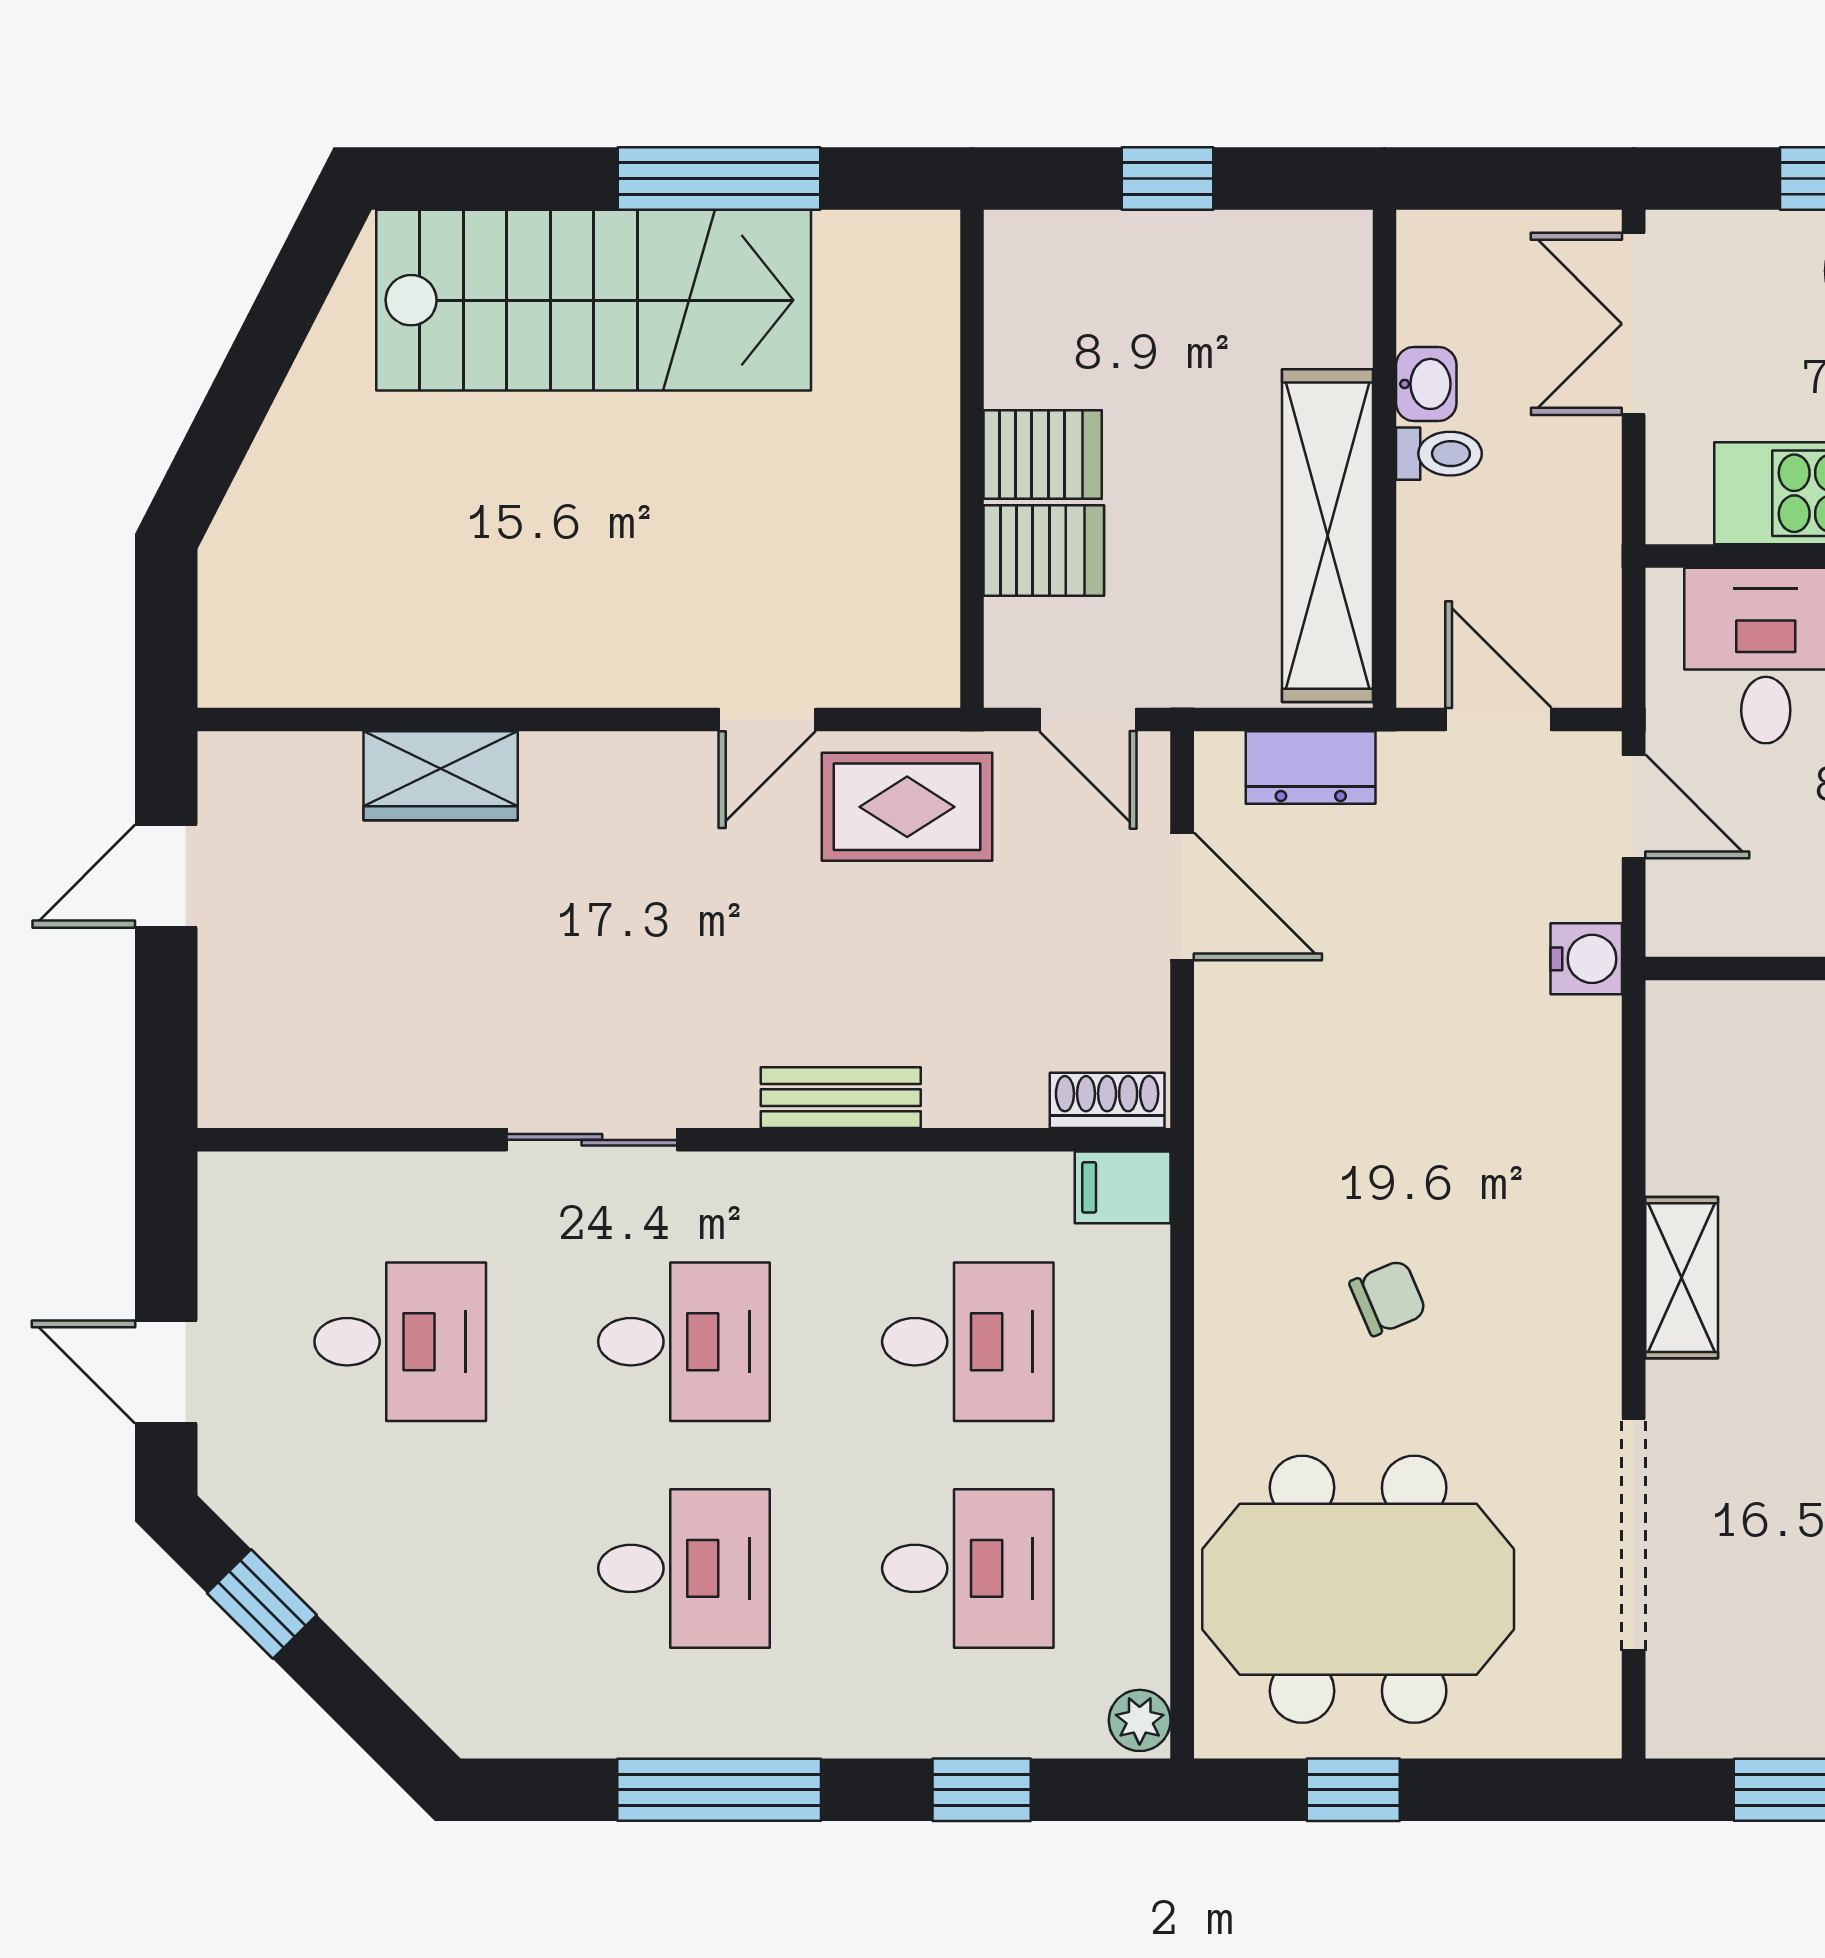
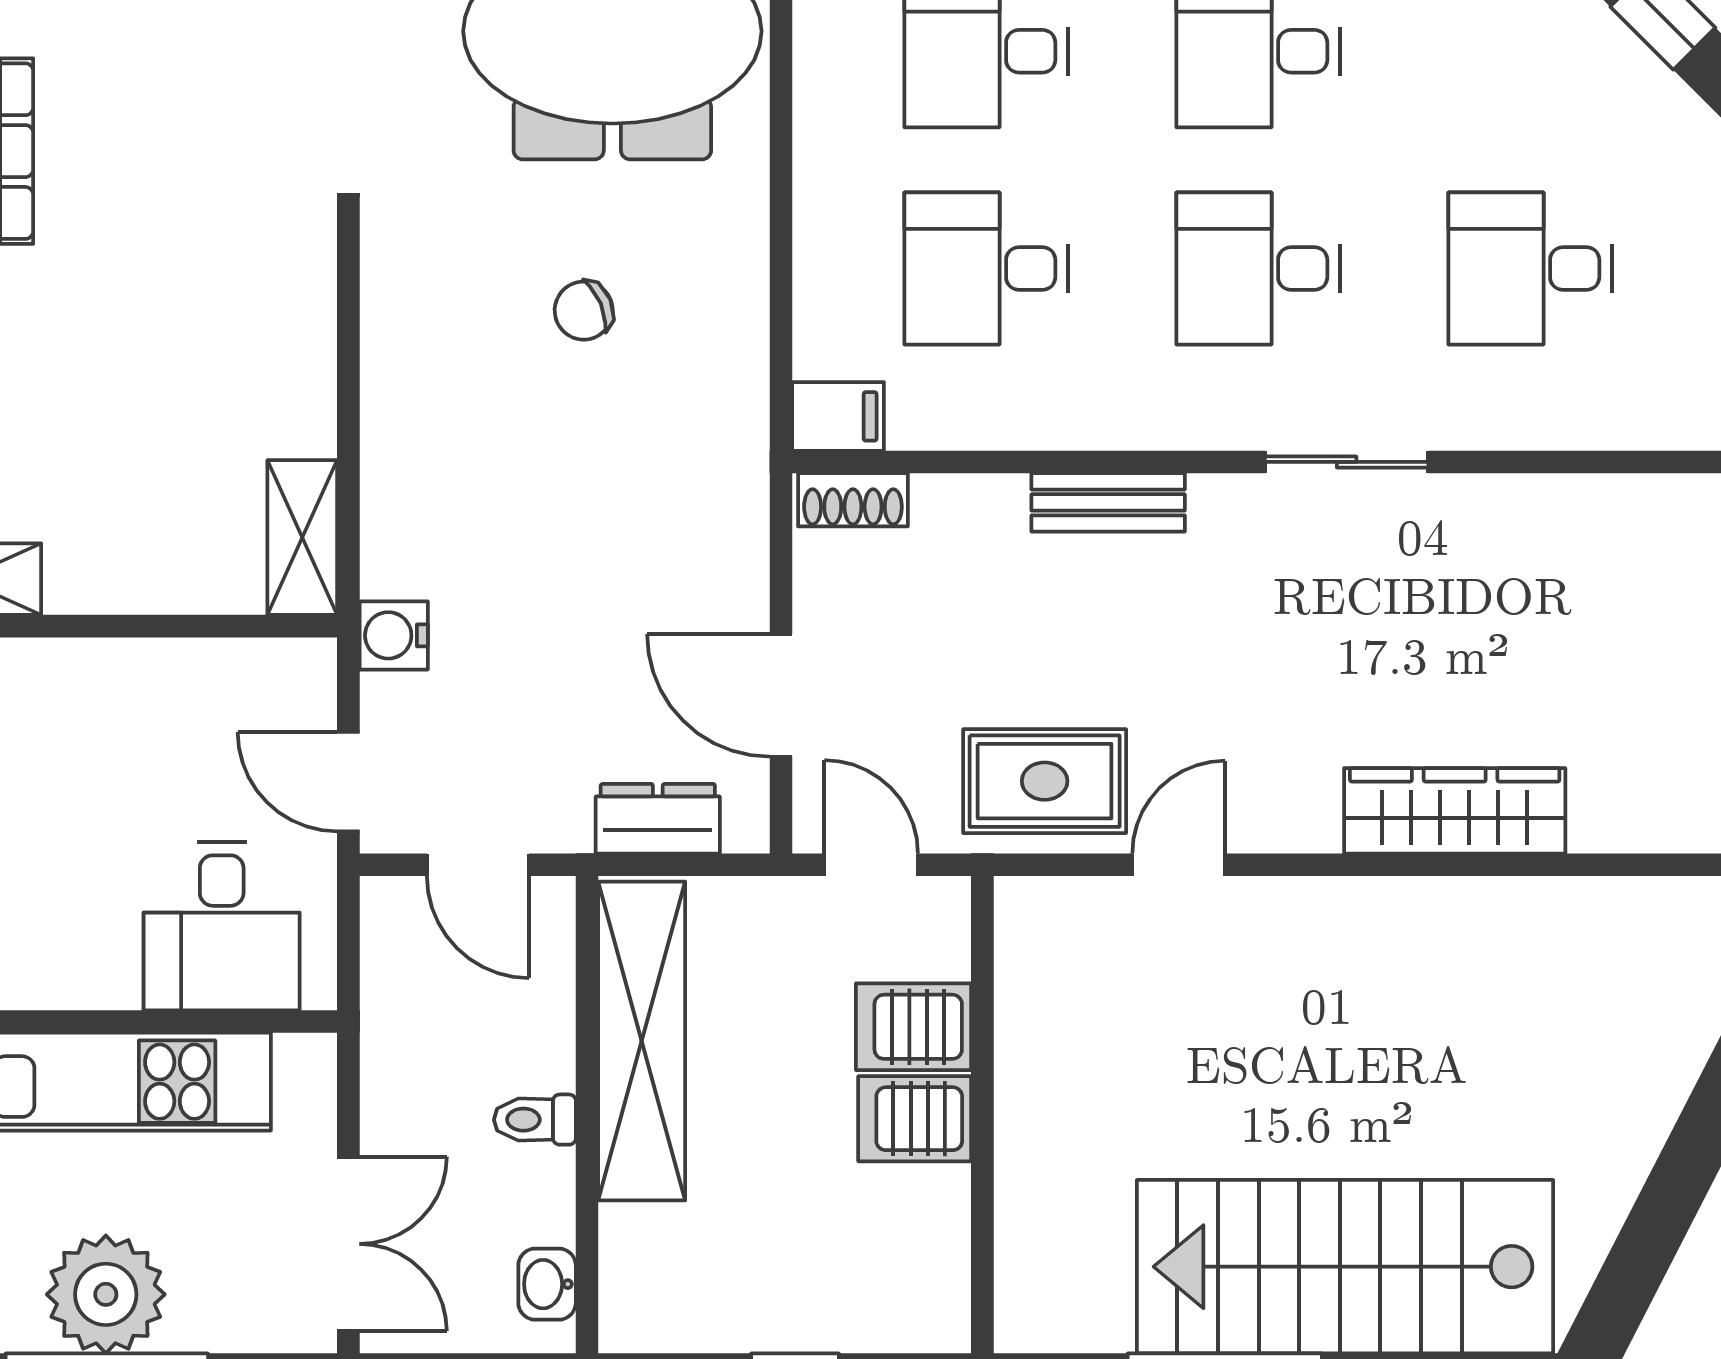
washbasin: (1426, 384) -> (547, 1284), moved
wardrobe: (441, 776) -> (1455, 811), width x1.50
shelving: (1682, 1278) -> (302, 538), moved

